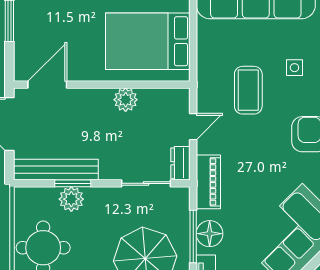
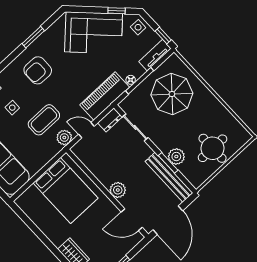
plant: (208, 95) -> (64, 138), added
plant: (126, 100) -> (118, 190), moved
piano: (208, 182) -> (105, 96), width x1.37, depth x1.33
floor lamp: (210, 234) -> (131, 80), width x0.53, depth x0.53

